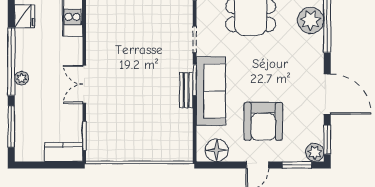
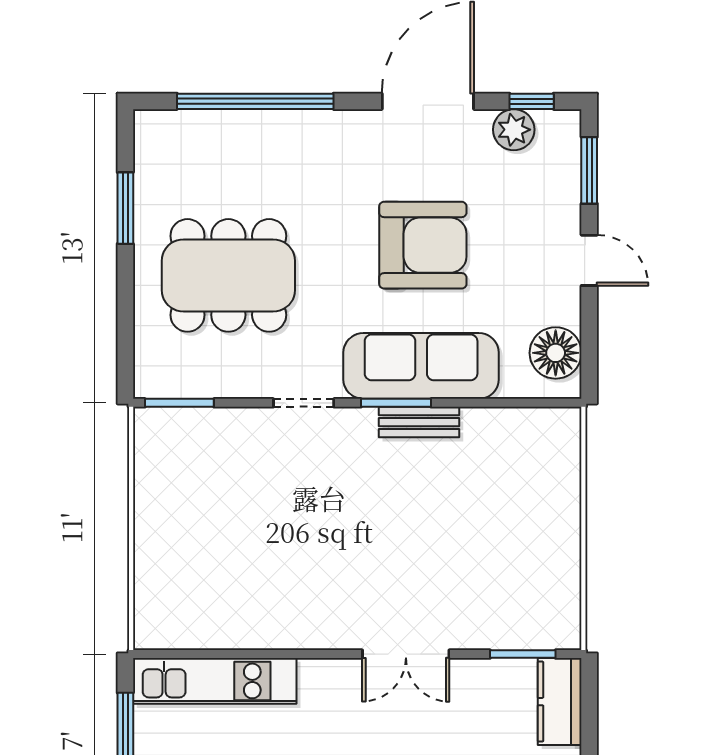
plant: (311, 20) -> (260, 139), removed
armchair: (263, 121) -> (423, 245), moved
window: (327, 140) -> (532, 101), width x0.67
plant: (315, 152) -> (514, 130), moved

